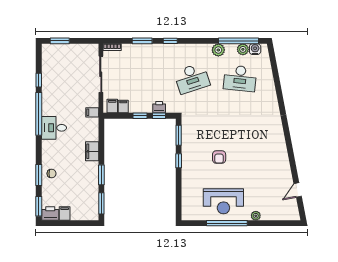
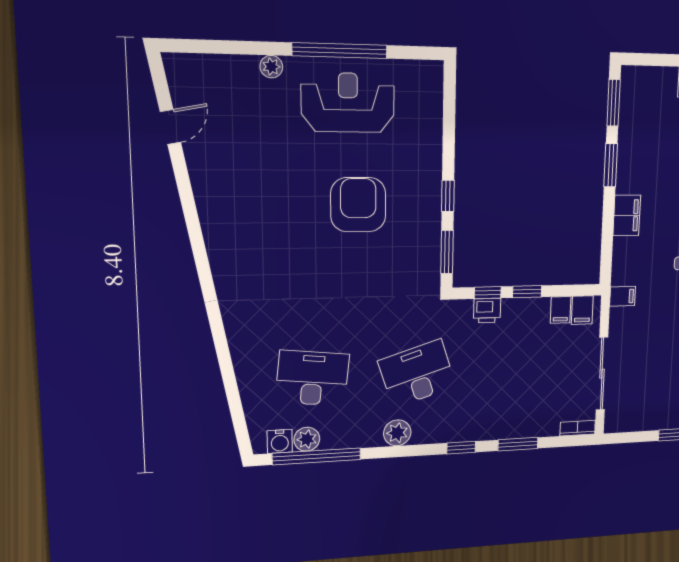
plant: (218, 50) -> (397, 433), moved
armchair: (219, 157) -> (358, 205), width x1.88, depth x1.88

